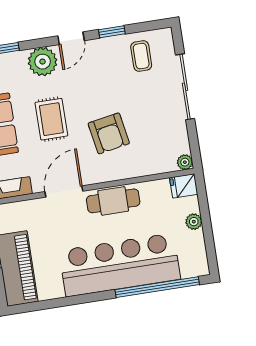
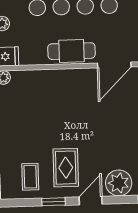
rug: (51, 119) -> (66, 168), moved
armchair: (109, 133) -> (68, 112), removed

